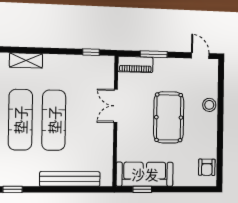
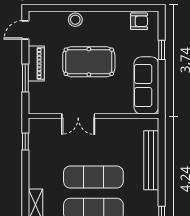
piano: (135, 64) -> (36, 63), moved
window: (142, 189) -> (162, 50), moved

